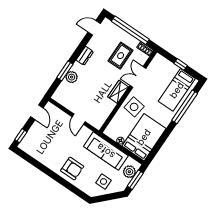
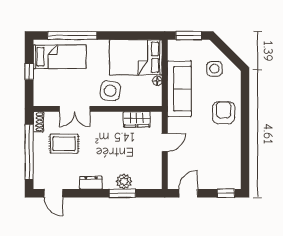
wardrobe: (118, 92) -> (137, 119), moved
plant: (129, 172) -> (185, 48), removed

